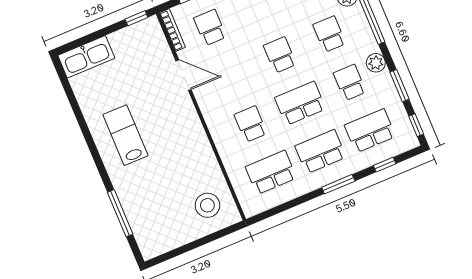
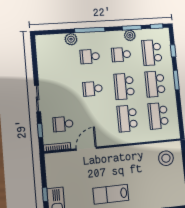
window: (136, 18) -> (45, 194), moved
plant: (376, 63) -> (130, 35), moved
school desk: (251, 124) -> (127, 118), width x1.85

